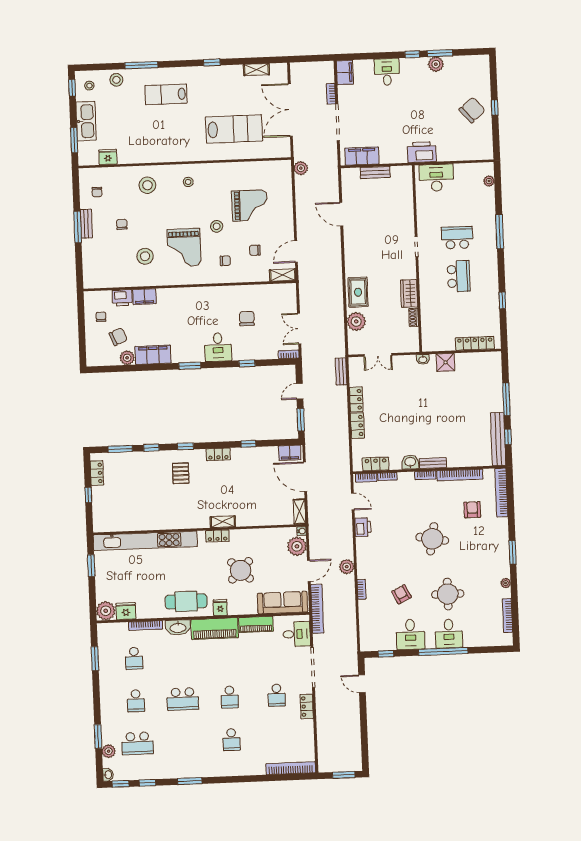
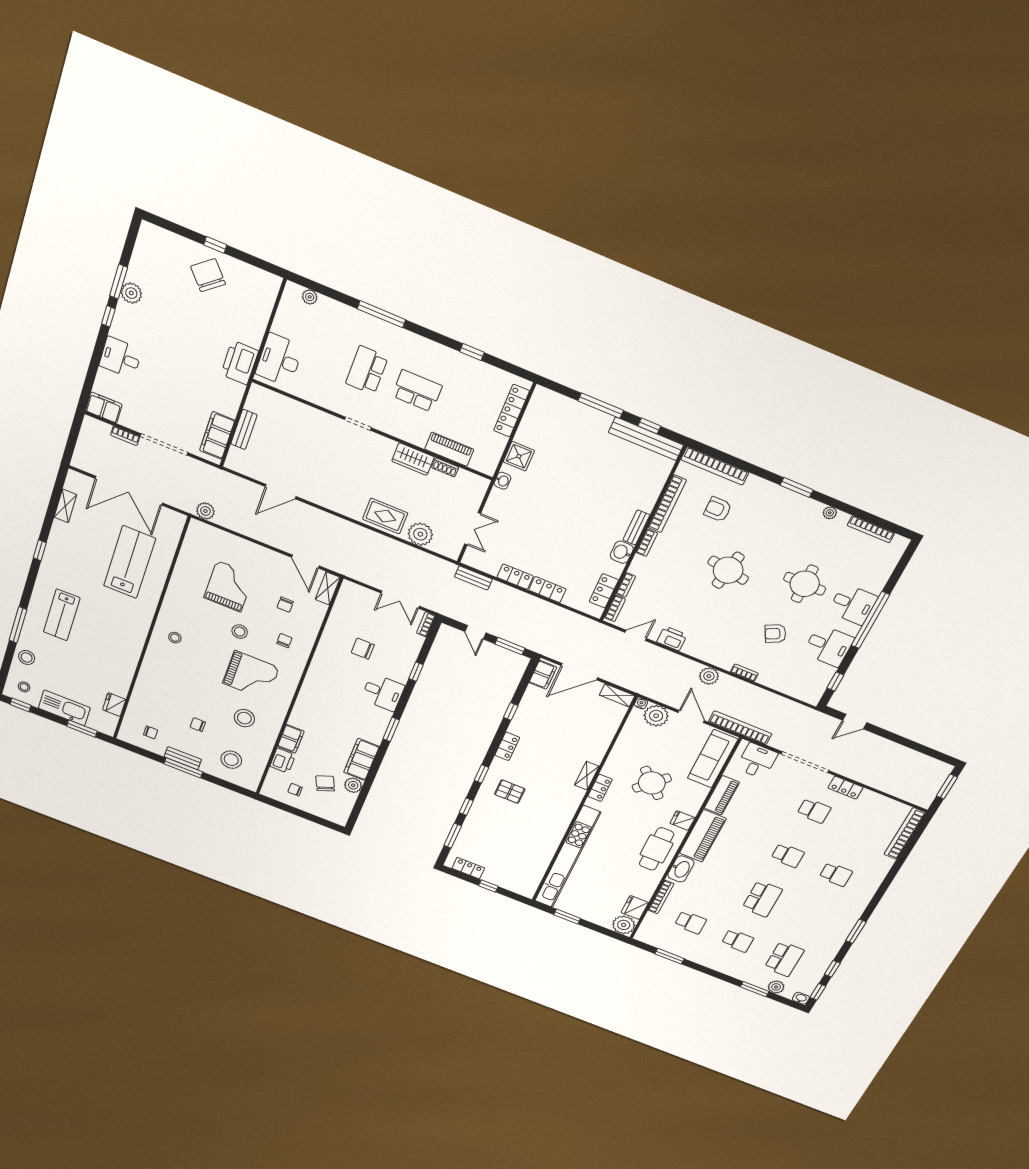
stool: (147, 185) -> (231, 760), moved
piano: (428, 315) -> (449, 449), added

